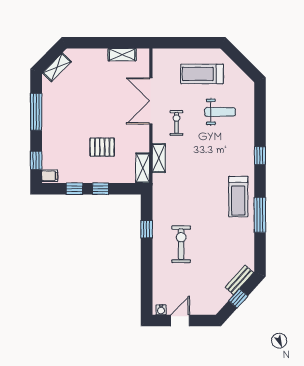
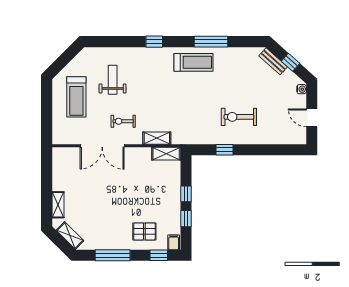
shelving: (122, 55) -> (58, 205), moved
pallet: (102, 147) -> (144, 231), moved, turned 90
water cooler: (161, 310) -> (302, 89), moved

